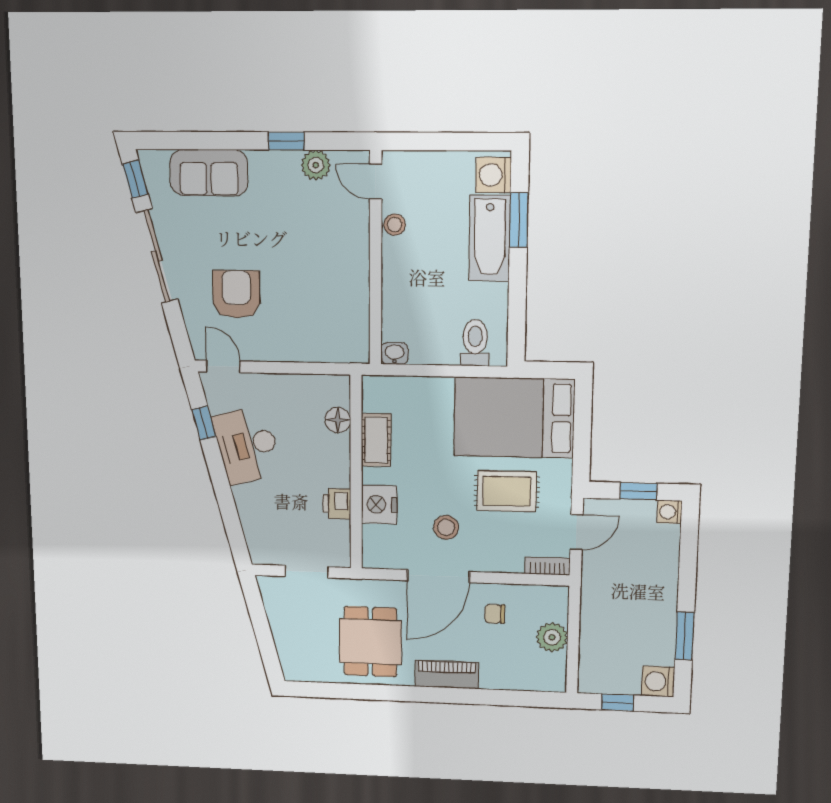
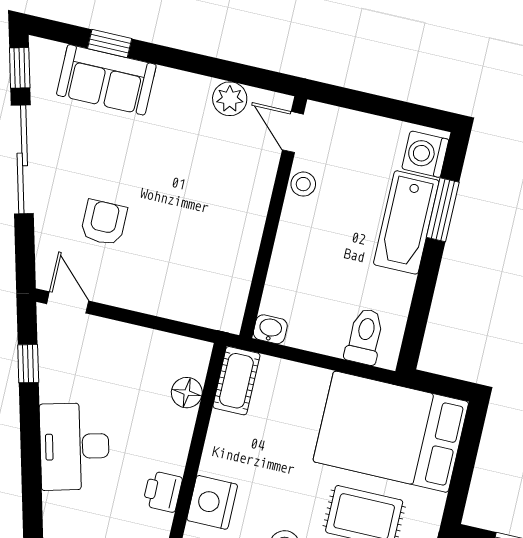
window: (286, 141) -> (110, 43), moved
armchair: (236, 294) -> (104, 223), width x0.72, depth x0.72
cot: (376, 440) -> (236, 381), moved
desk: (247, 445) -> (74, 446), moved

